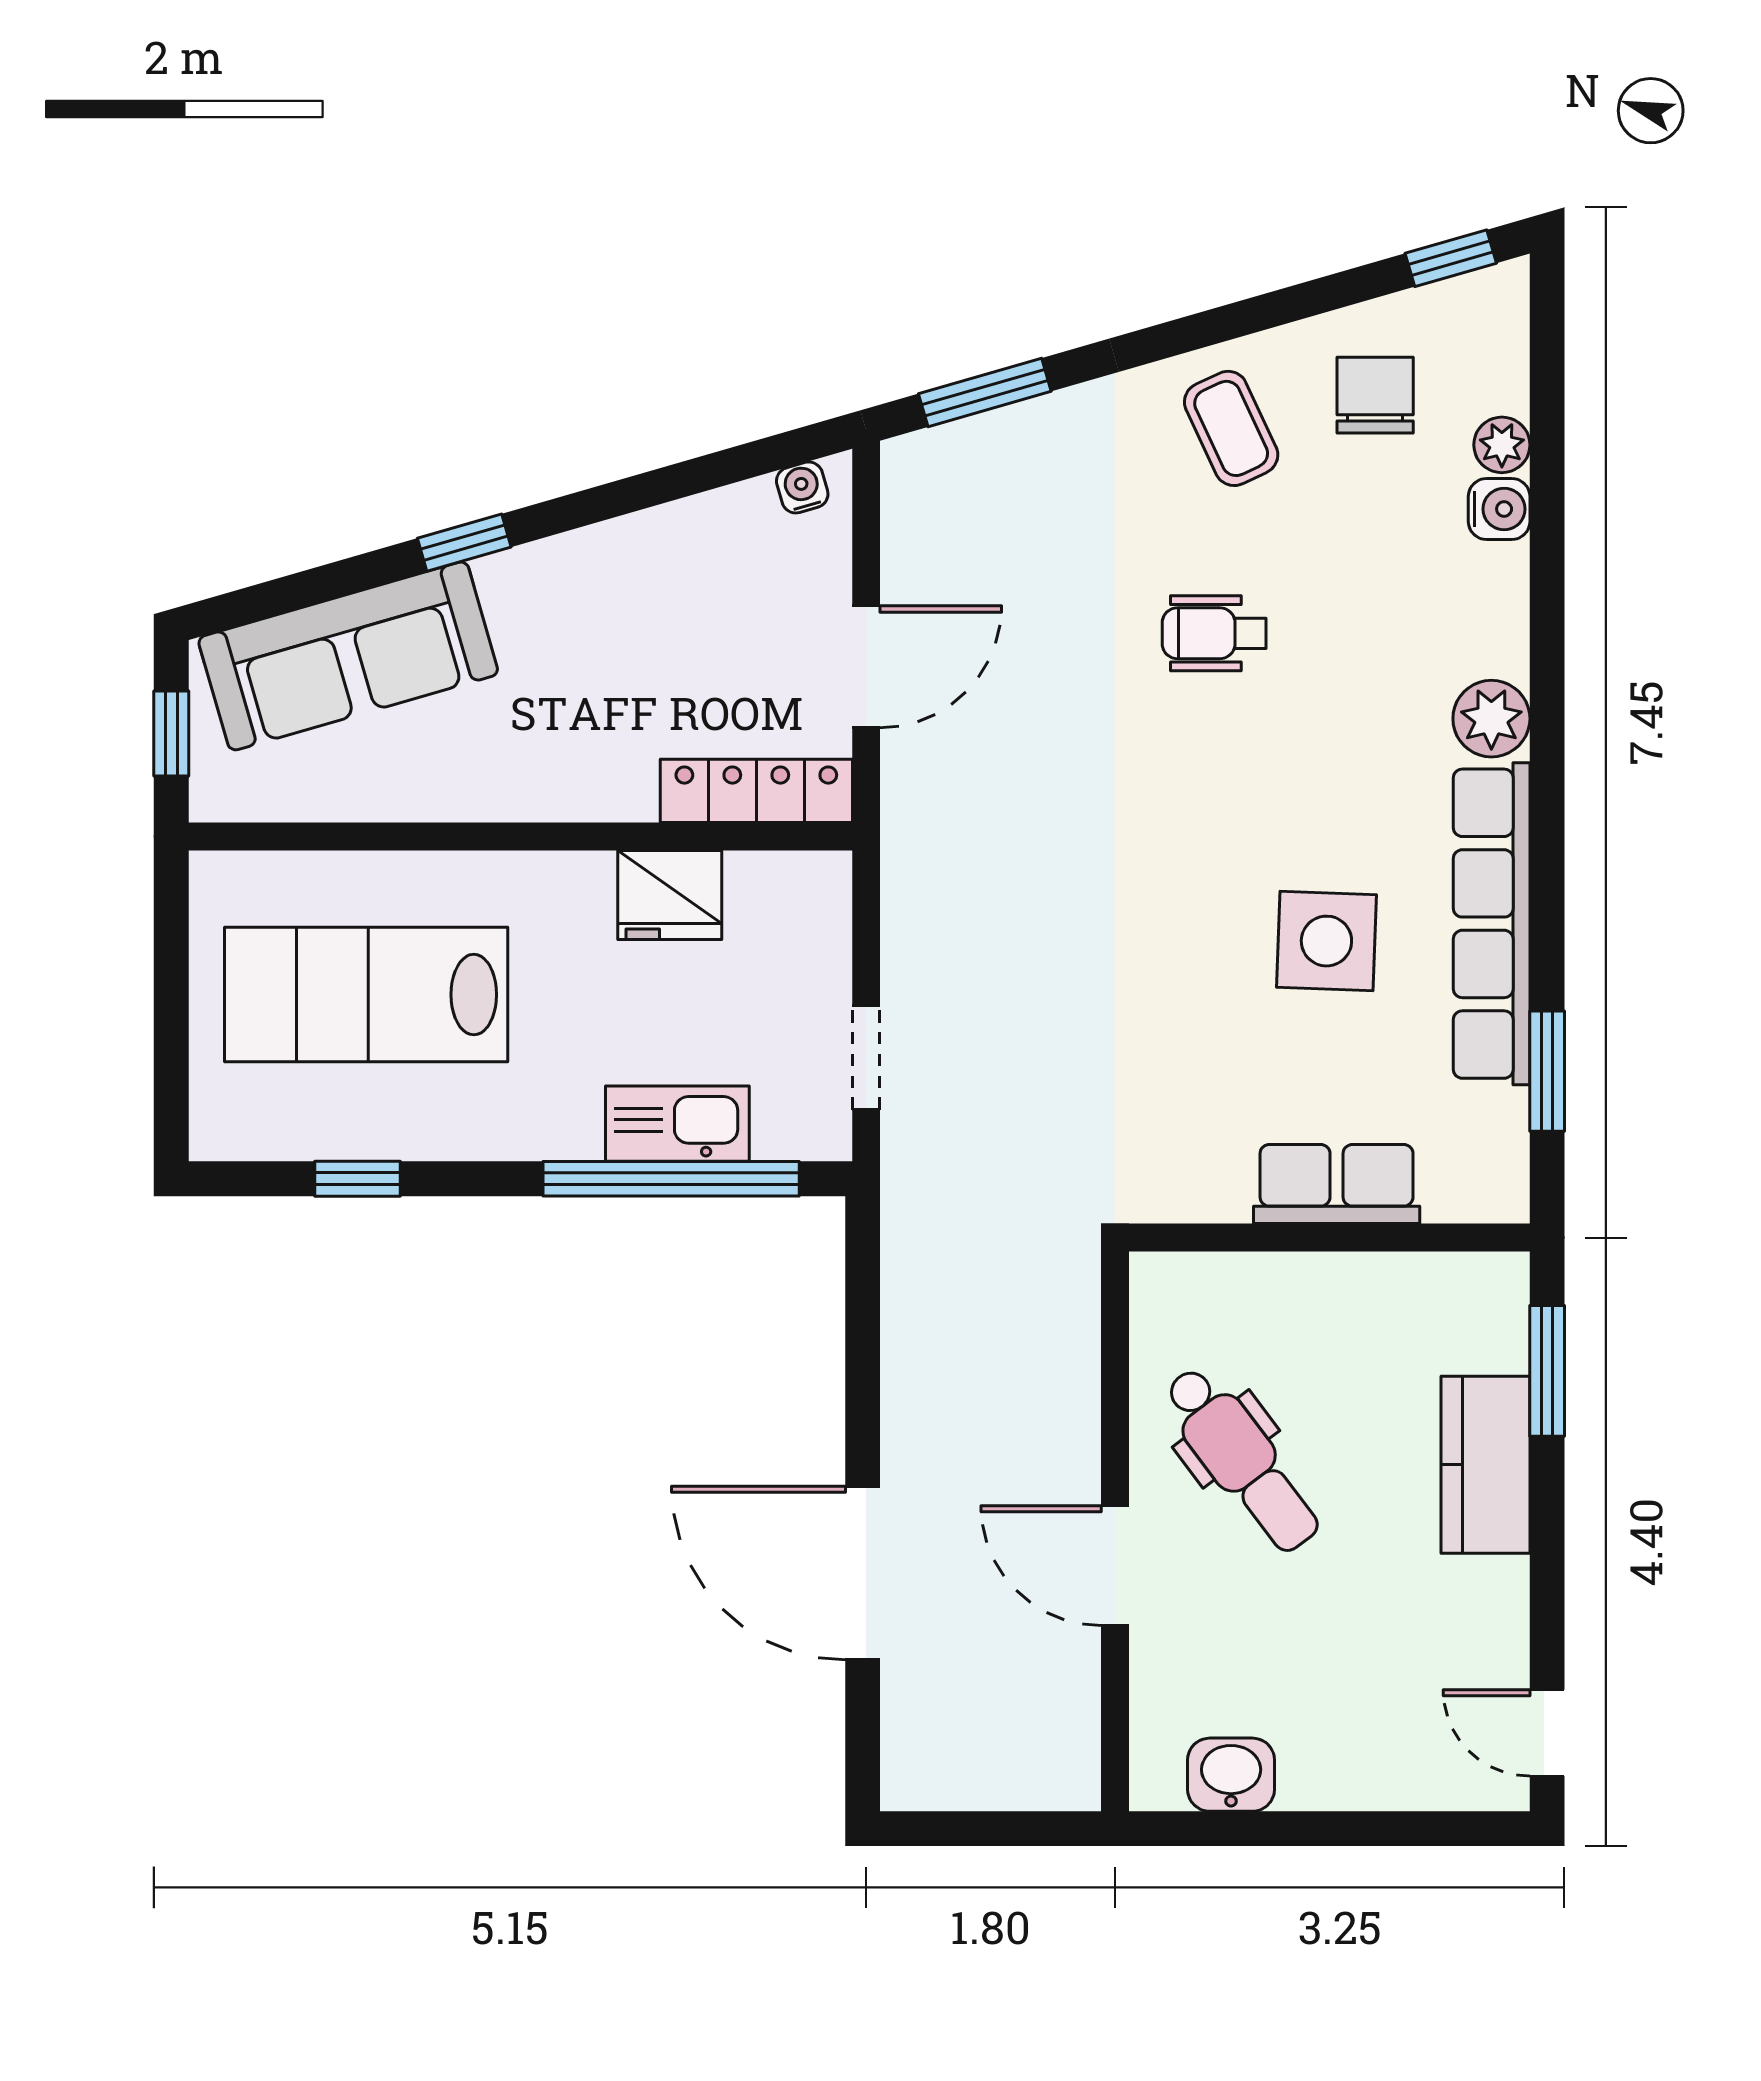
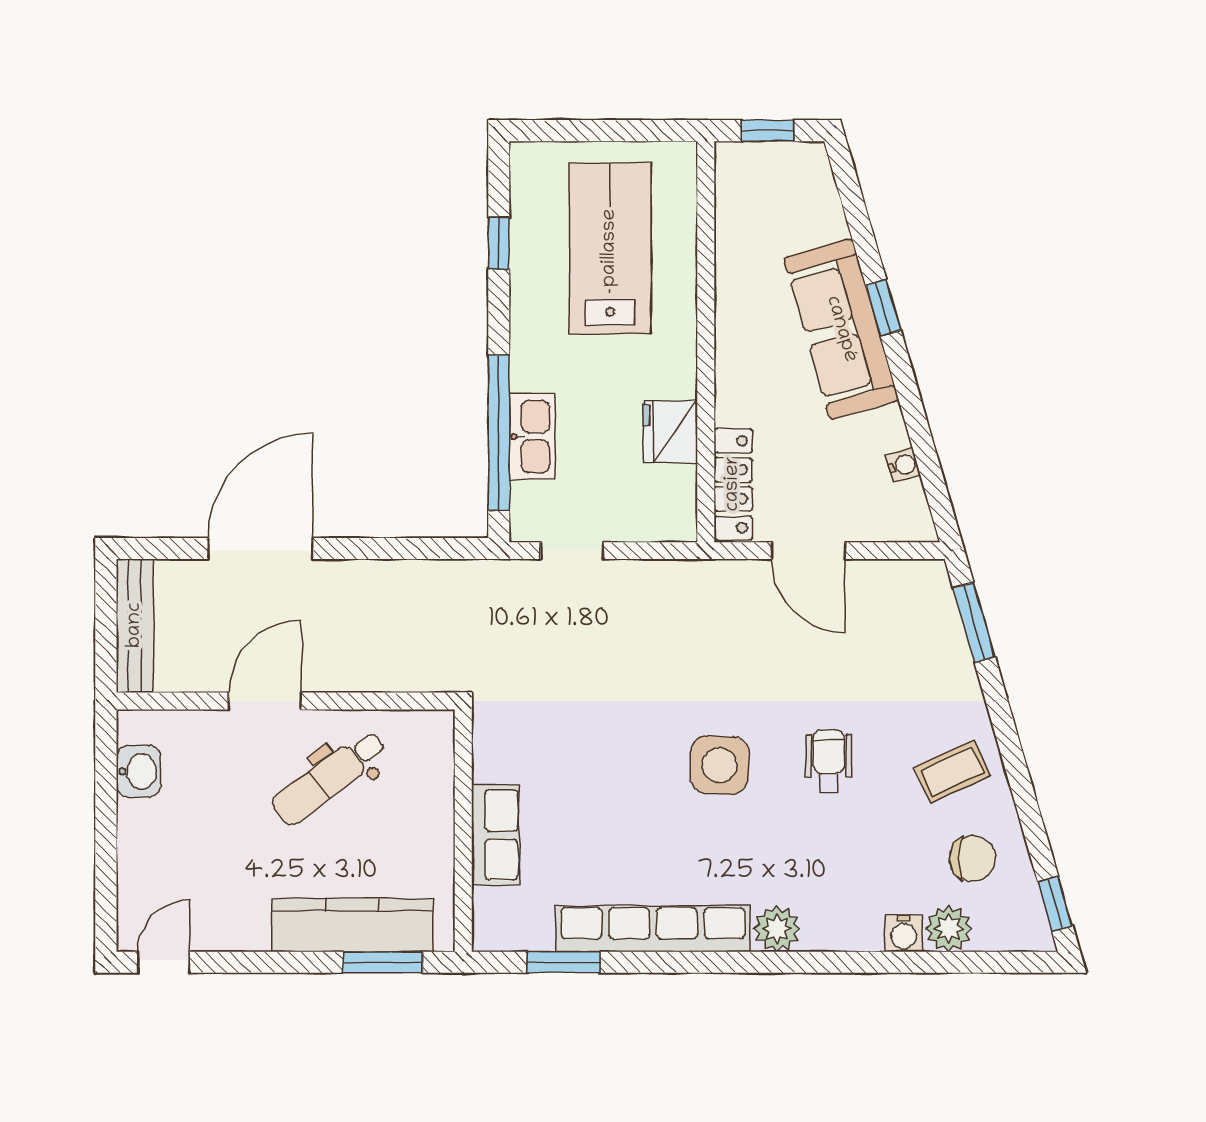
plant: (1502, 445) -> (949, 929), width x1.38, depth x1.38
water cooler: (802, 487) -> (903, 465), moved
sofa: (348, 656) -> (841, 329), moved
side table: (1326, 941) -> (719, 765), moved
kitchen counter: (1485, 1465) -> (353, 925), width x1.50
bench: (989, 1781) -> (135, 625), added

